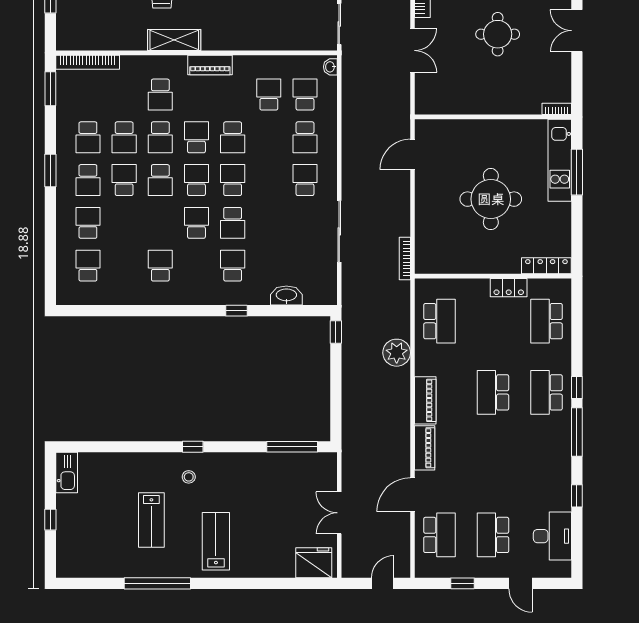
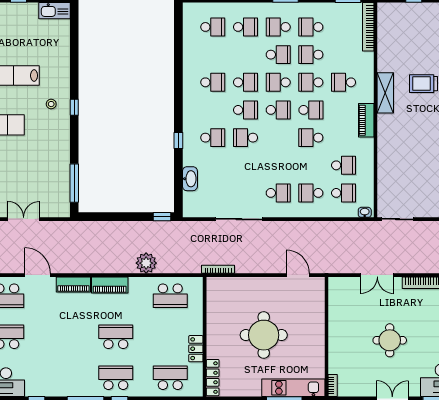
school desk: (233, 180) -> (245, 82), moved

